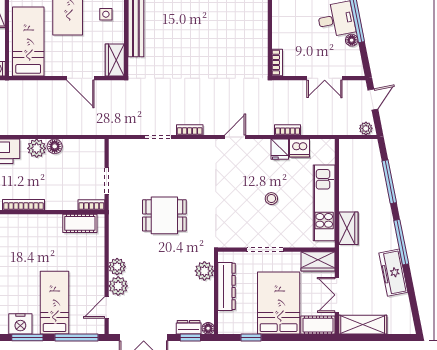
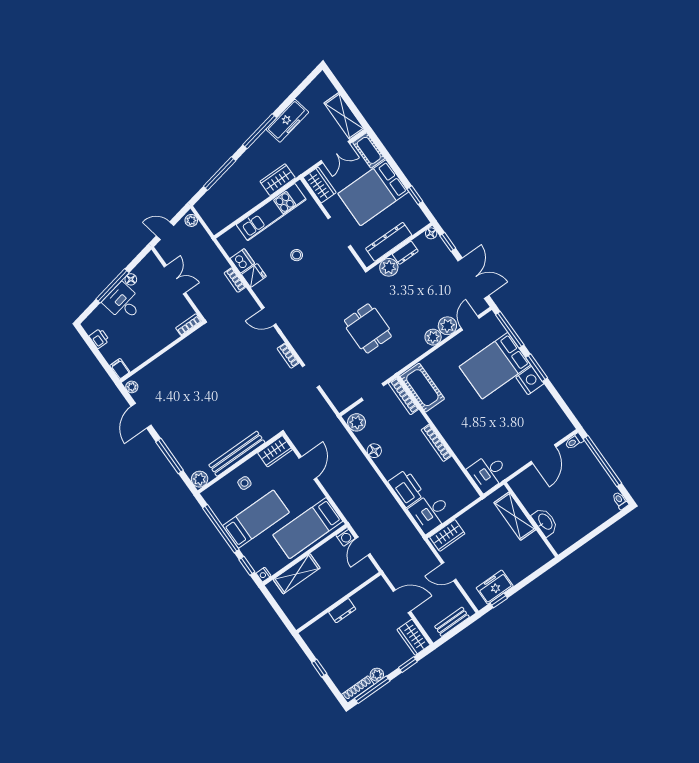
plant: (37, 148) -> (357, 422), moved
bookcase: (91, 205) -> (403, 396), width x1.56
cot: (80, 223) -> (422, 388), width x1.37, depth x1.34
bed: (54, 303) -> (495, 366), width x1.50
door: (107, 307) -> (470, 323), swing flipped
dresser: (189, 327) -> (405, 253), moved, turned -90

